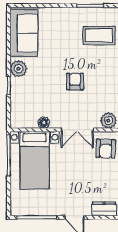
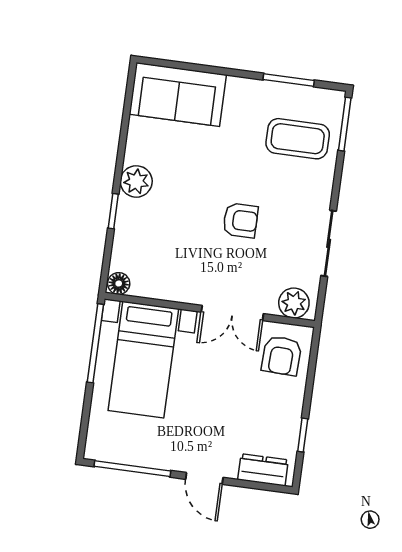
sofa: (24, 33) -> (178, 94), moved, turned 90
armchair: (75, 82) -> (240, 220), turned 90
floor lamp: (44, 123) -> (119, 283), moved

